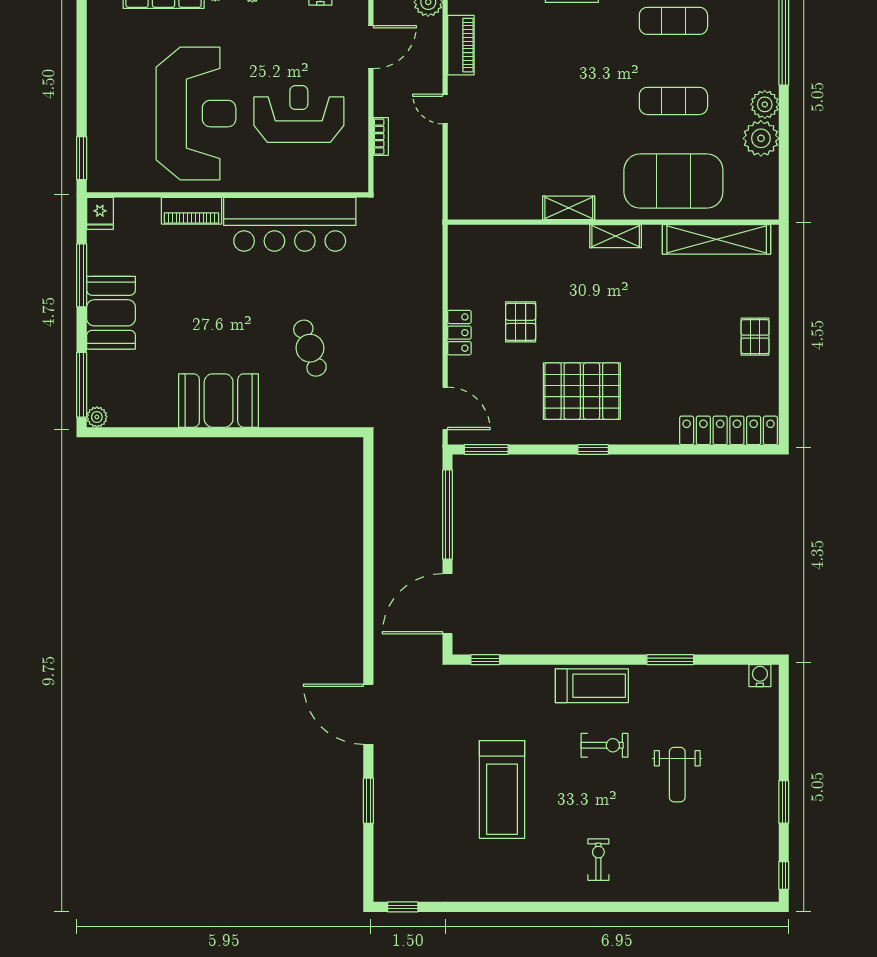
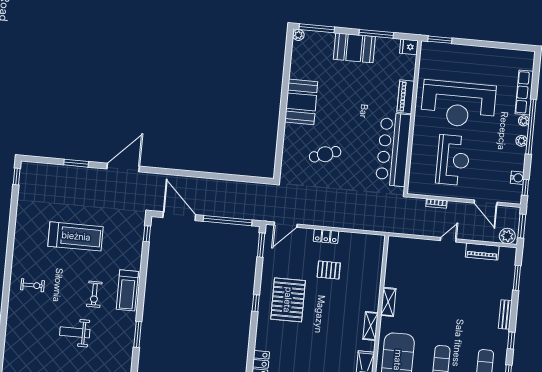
treadmill: (502, 789) -> (76, 236), turned 180

